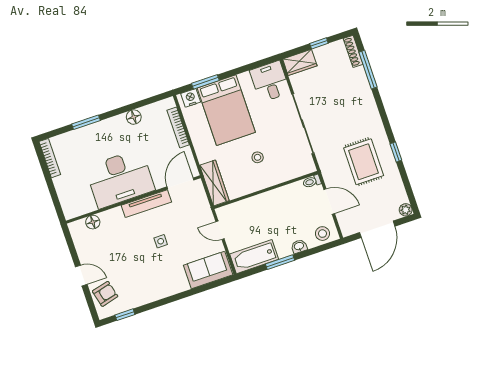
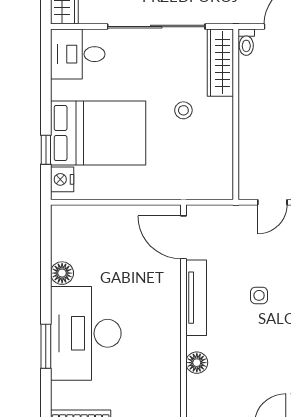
window: (205, 82) -> (46, 150), width x0.67
bookcase: (178, 128) -> (100, 213), removed
desk: (120, 179) -> (86, 333), moved, turned 180
wardrobe: (214, 183) -> (220, 63), moved, turned -90
floor lamp: (93, 222) -> (197, 363), moved

